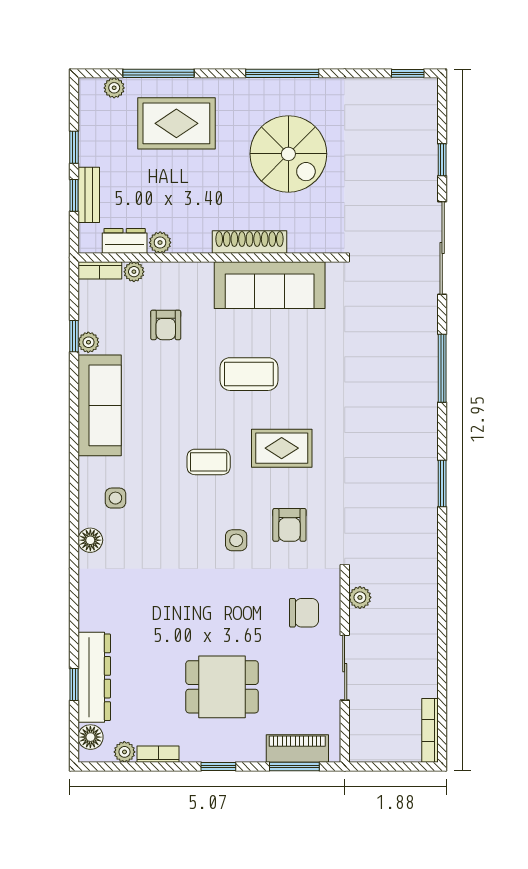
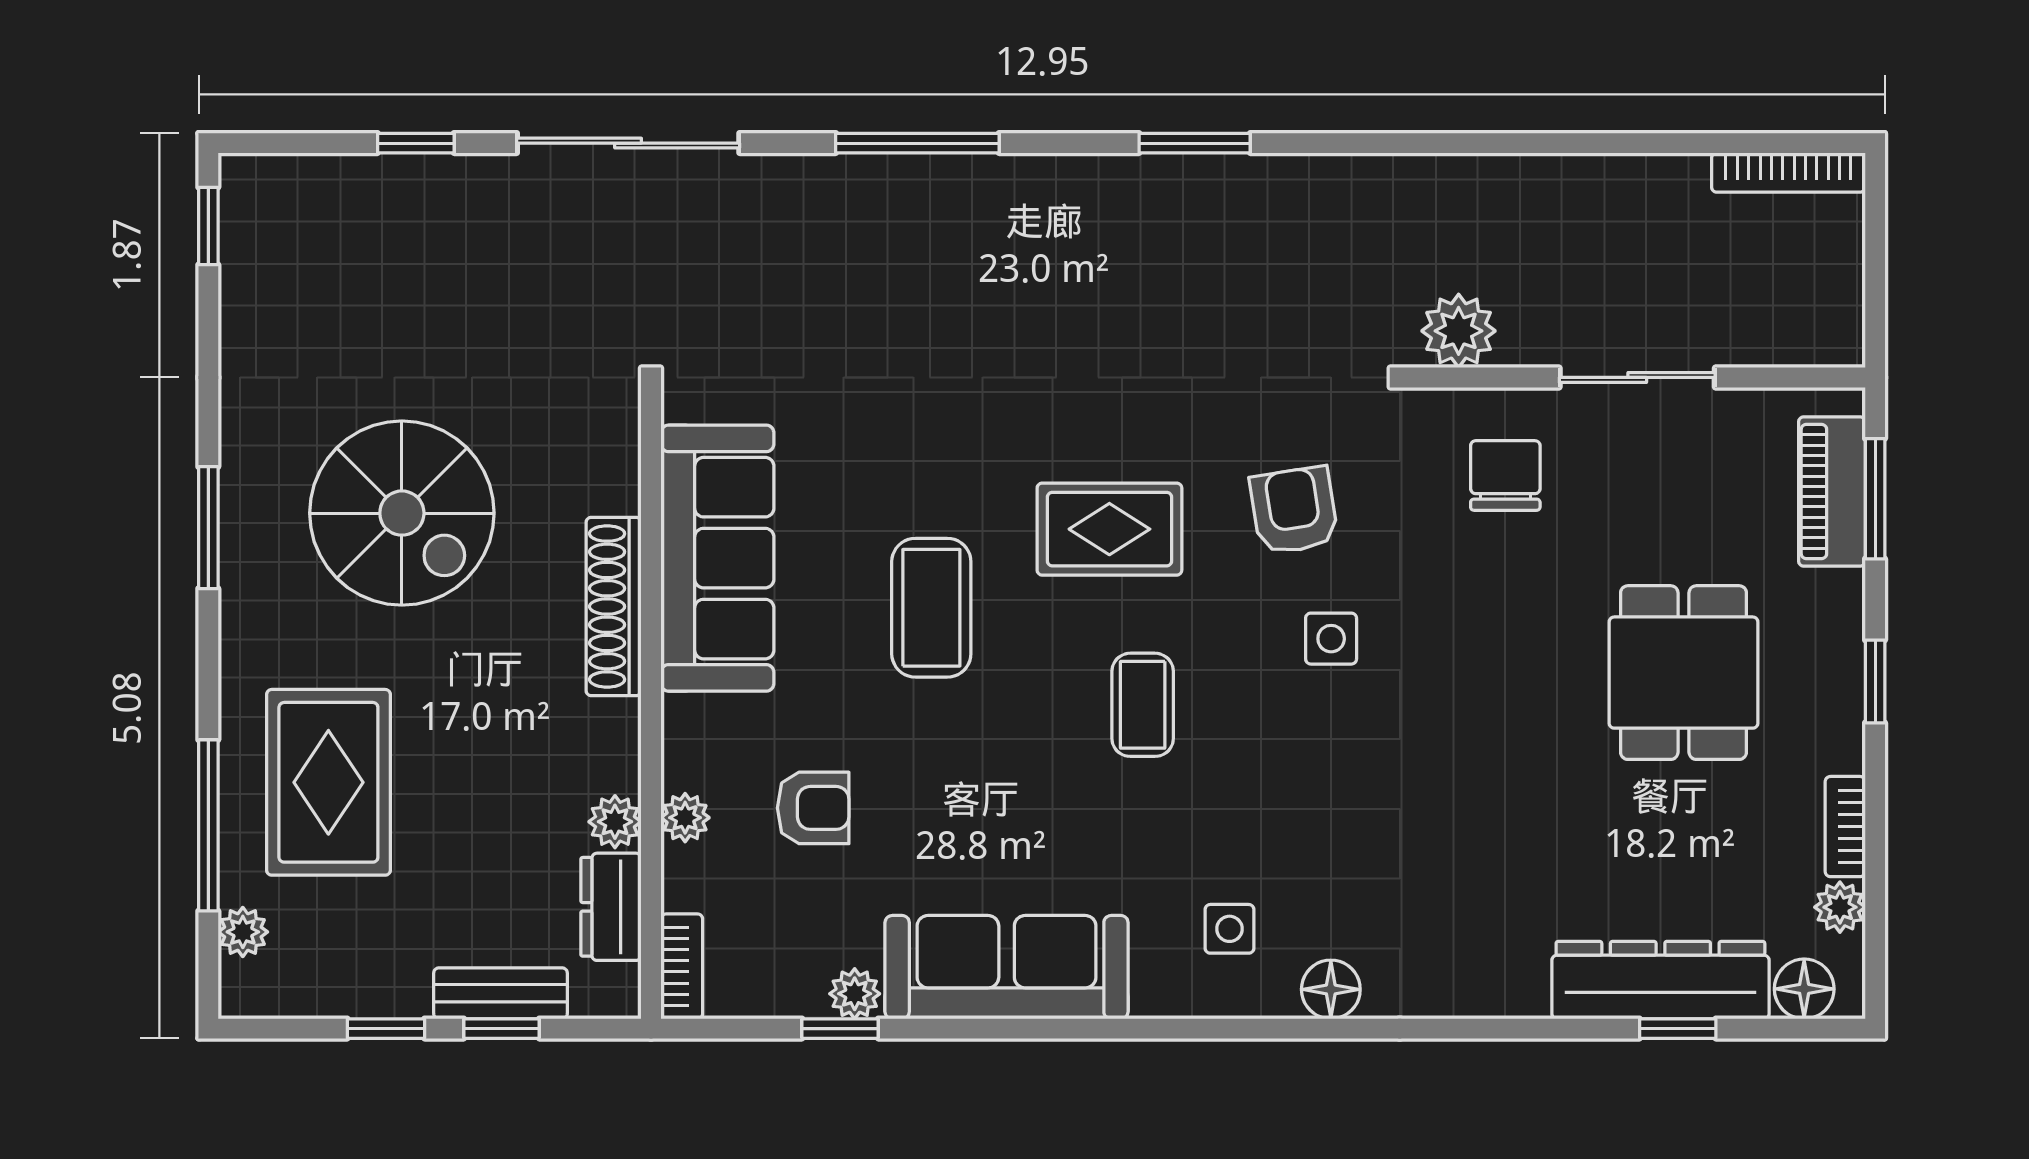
window: (282, 73) -> (208, 528), width x0.69
spiral stairs: (288, 154) -> (402, 513), turned 90
plant: (134, 272) -> (685, 818), moved
rug: (282, 448) -> (1109, 529), turned 90
armchair: (289, 525) -> (1294, 510), turned -99
plant: (360, 597) -> (1459, 331), width x1.38, depth x1.38

